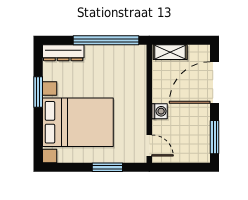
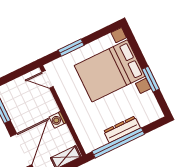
dresser: (63, 53) -> (122, 129), moved
washing machine: (160, 111) -> (57, 120), moved

